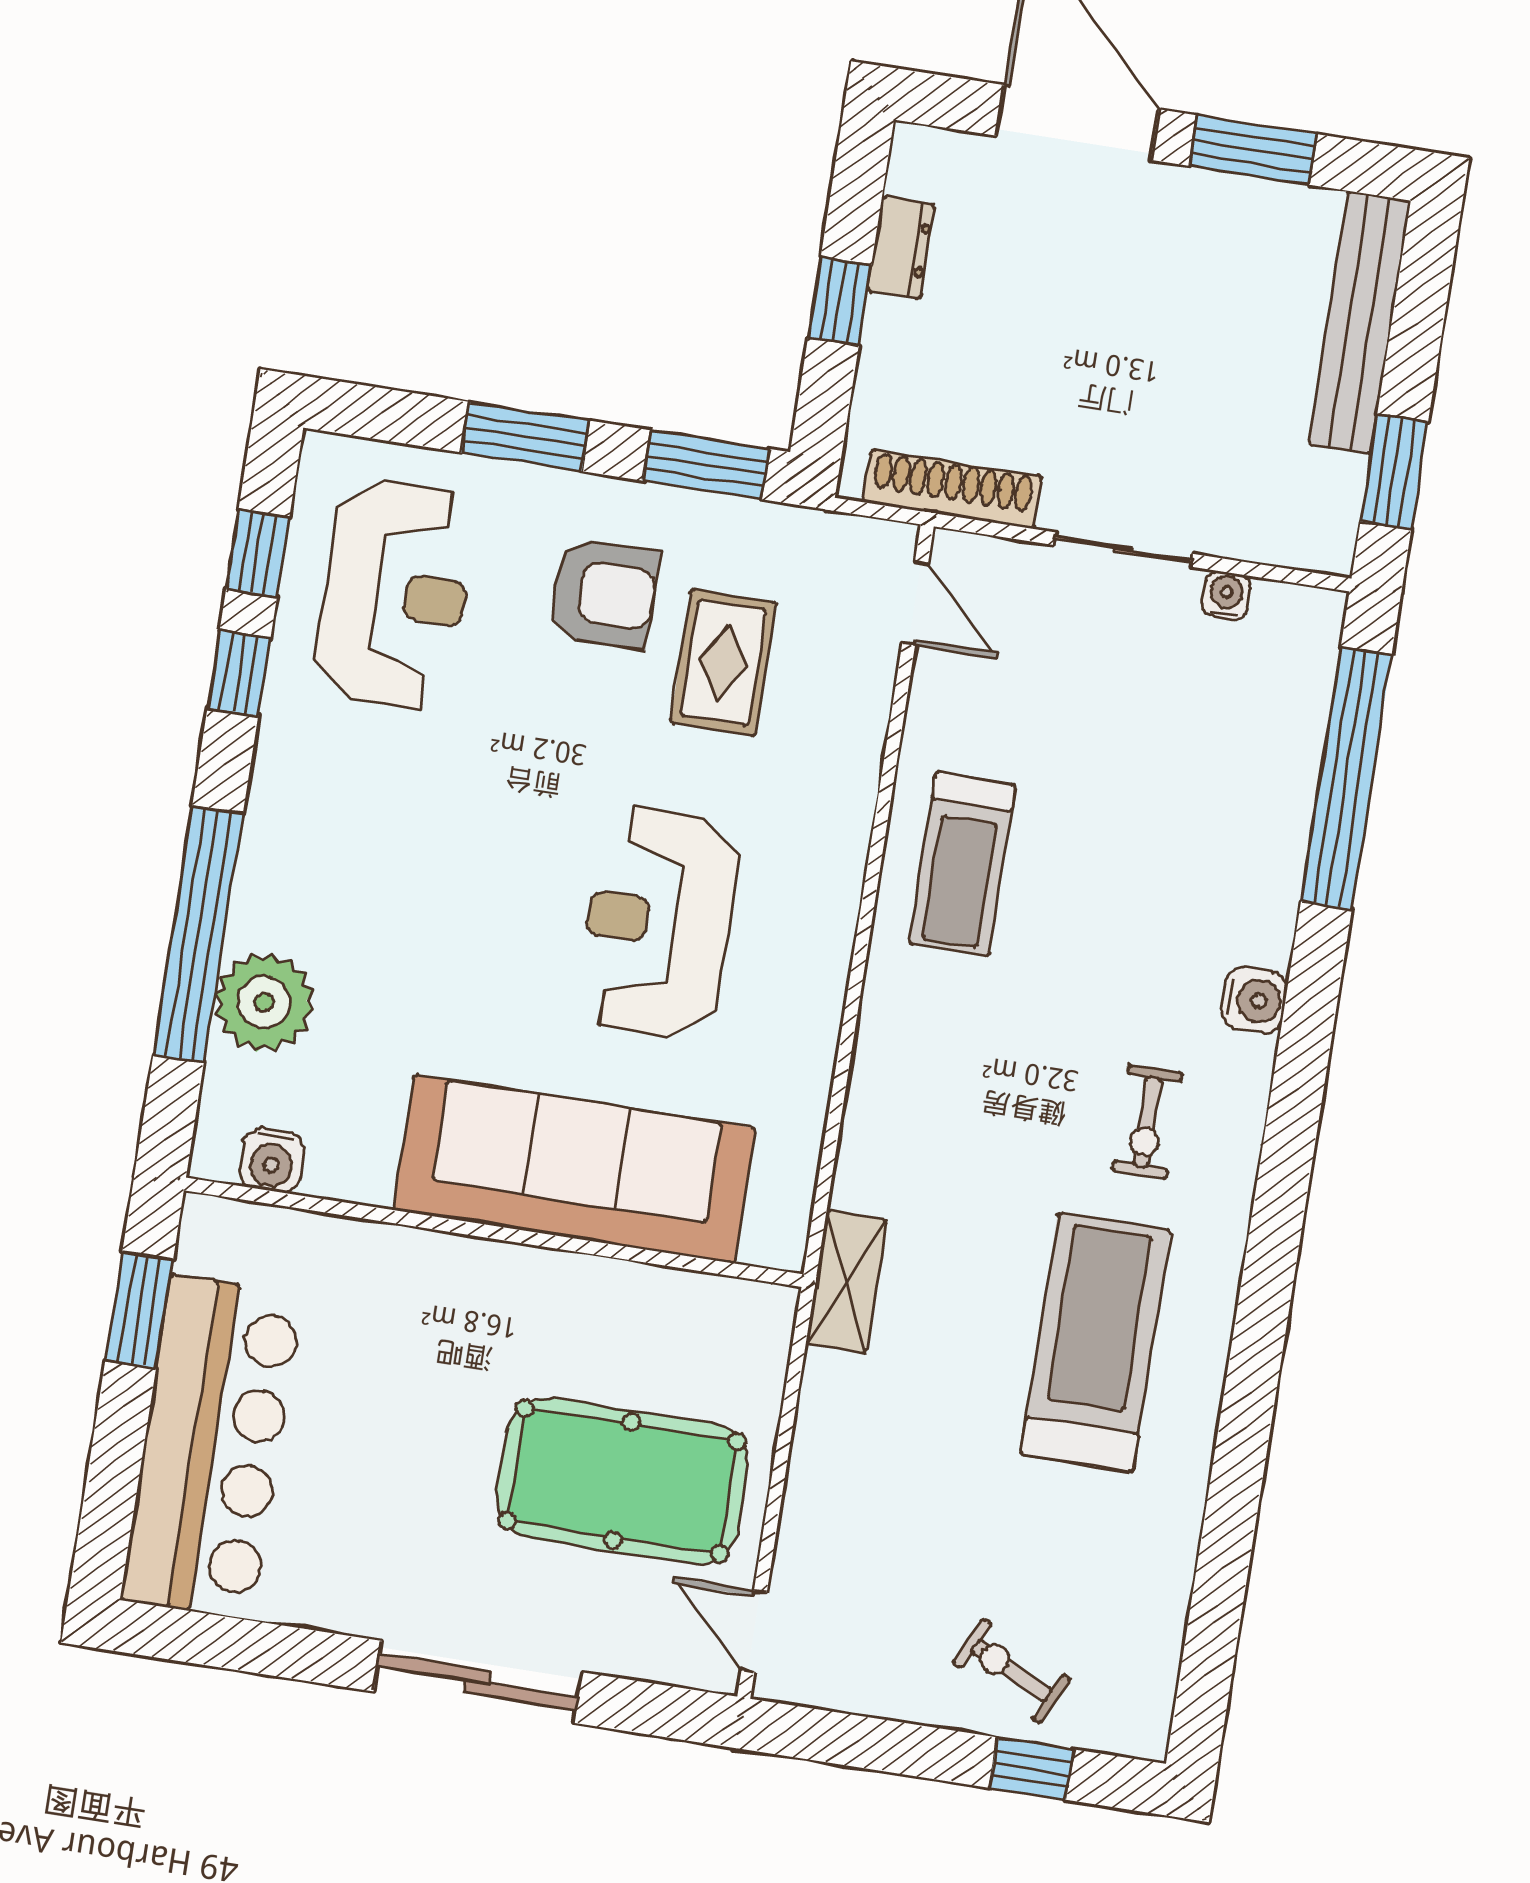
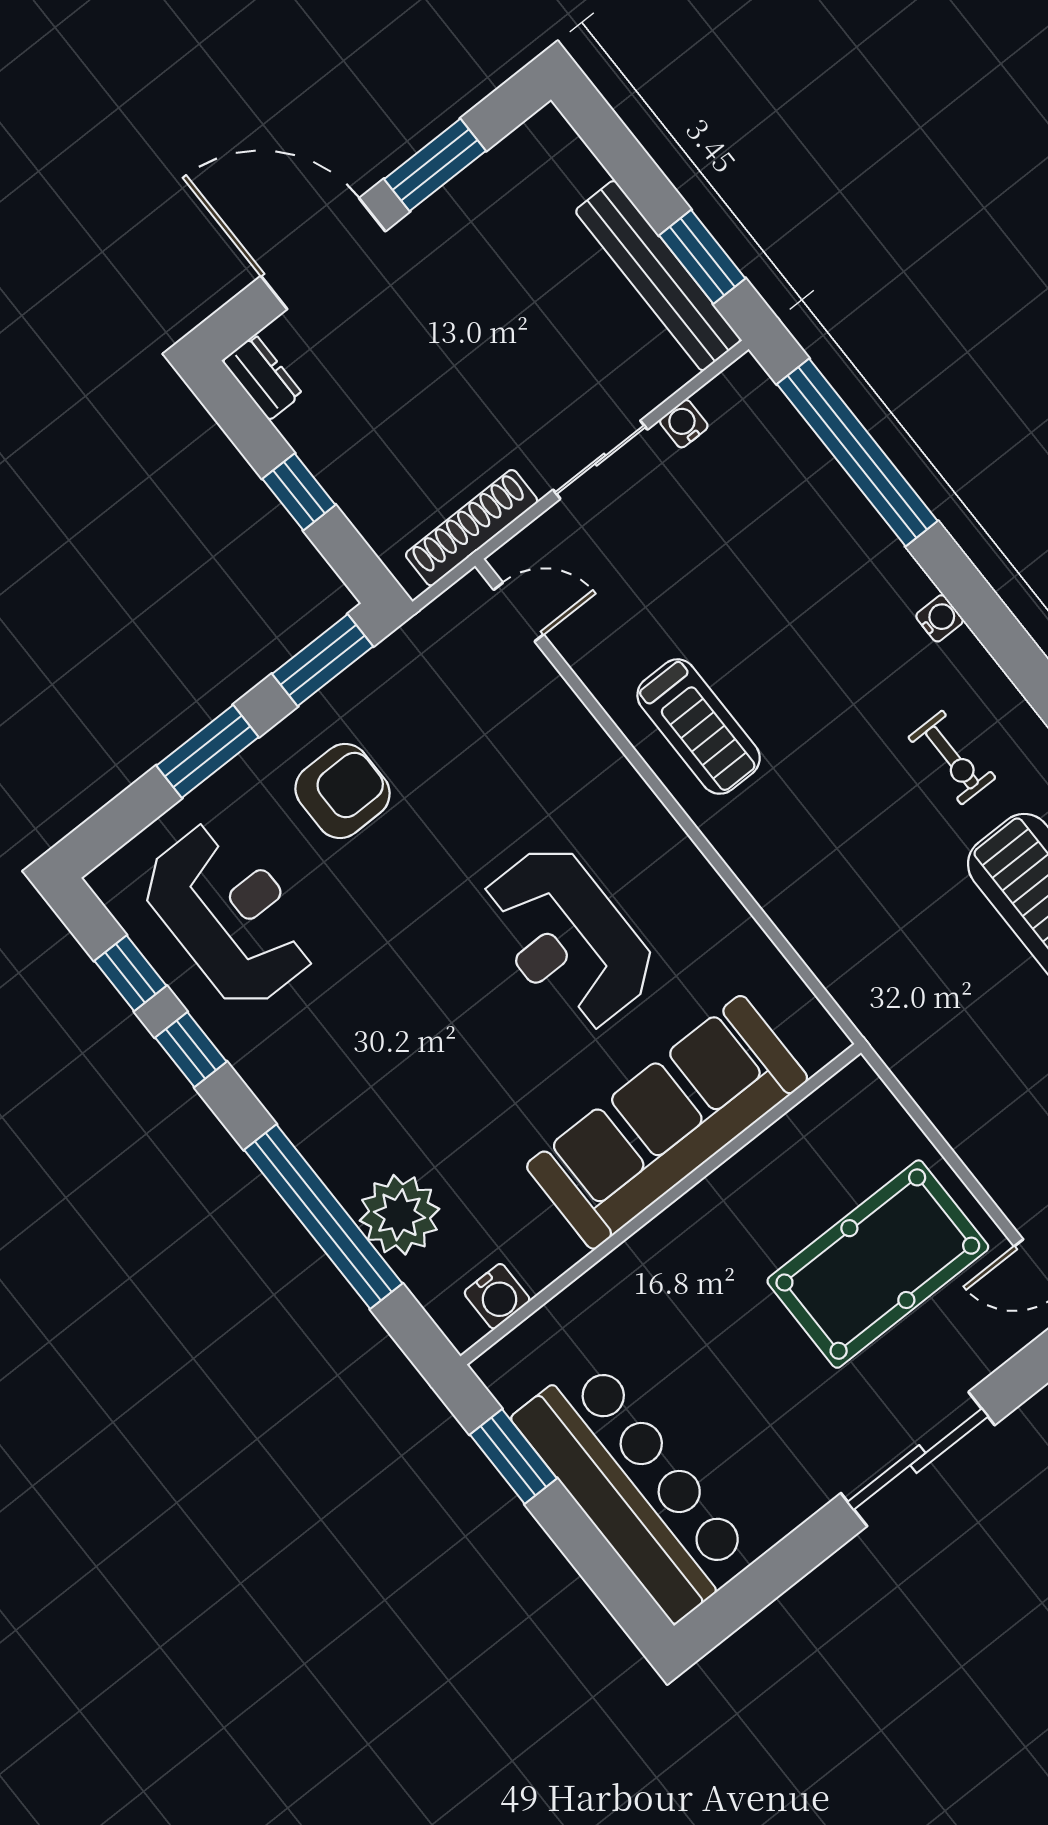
dresser: (901, 248) -> (262, 377), moved
bench: (1359, 322) -> (658, 276), moved
rug: (723, 663) -> (449, 758), removed
water cooler: (1254, 1000) -> (939, 618), width x0.72, depth x0.72
shelving: (846, 1282) -> (882, 1023), removed

